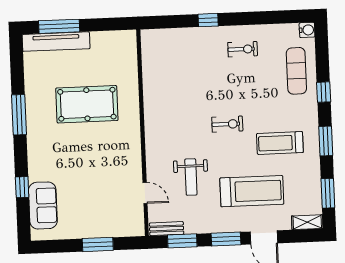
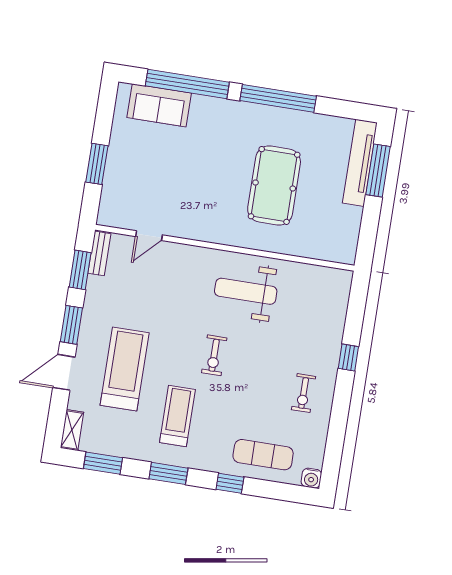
window: (19, 115) -> (278, 98), width x1.46
weight bench: (191, 177) -> (246, 291), moved, width x1.36, depth x1.33
window: (22, 187) -> (187, 84), width x3.17
treadmill: (252, 191) -> (125, 369), turned 180

